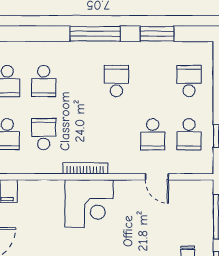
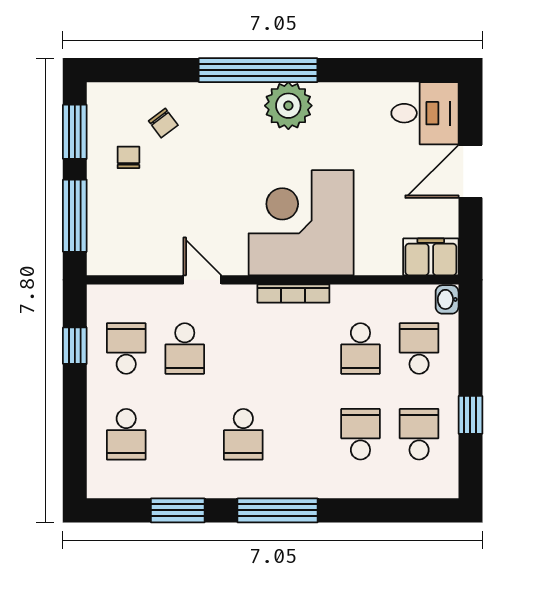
school desk: (153, 134) -> (185, 348), turned 180
door: (157, 177) -> (202, 280), moved
corner desk: (89, 204) -> (301, 223), width x1.36, depth x1.36

